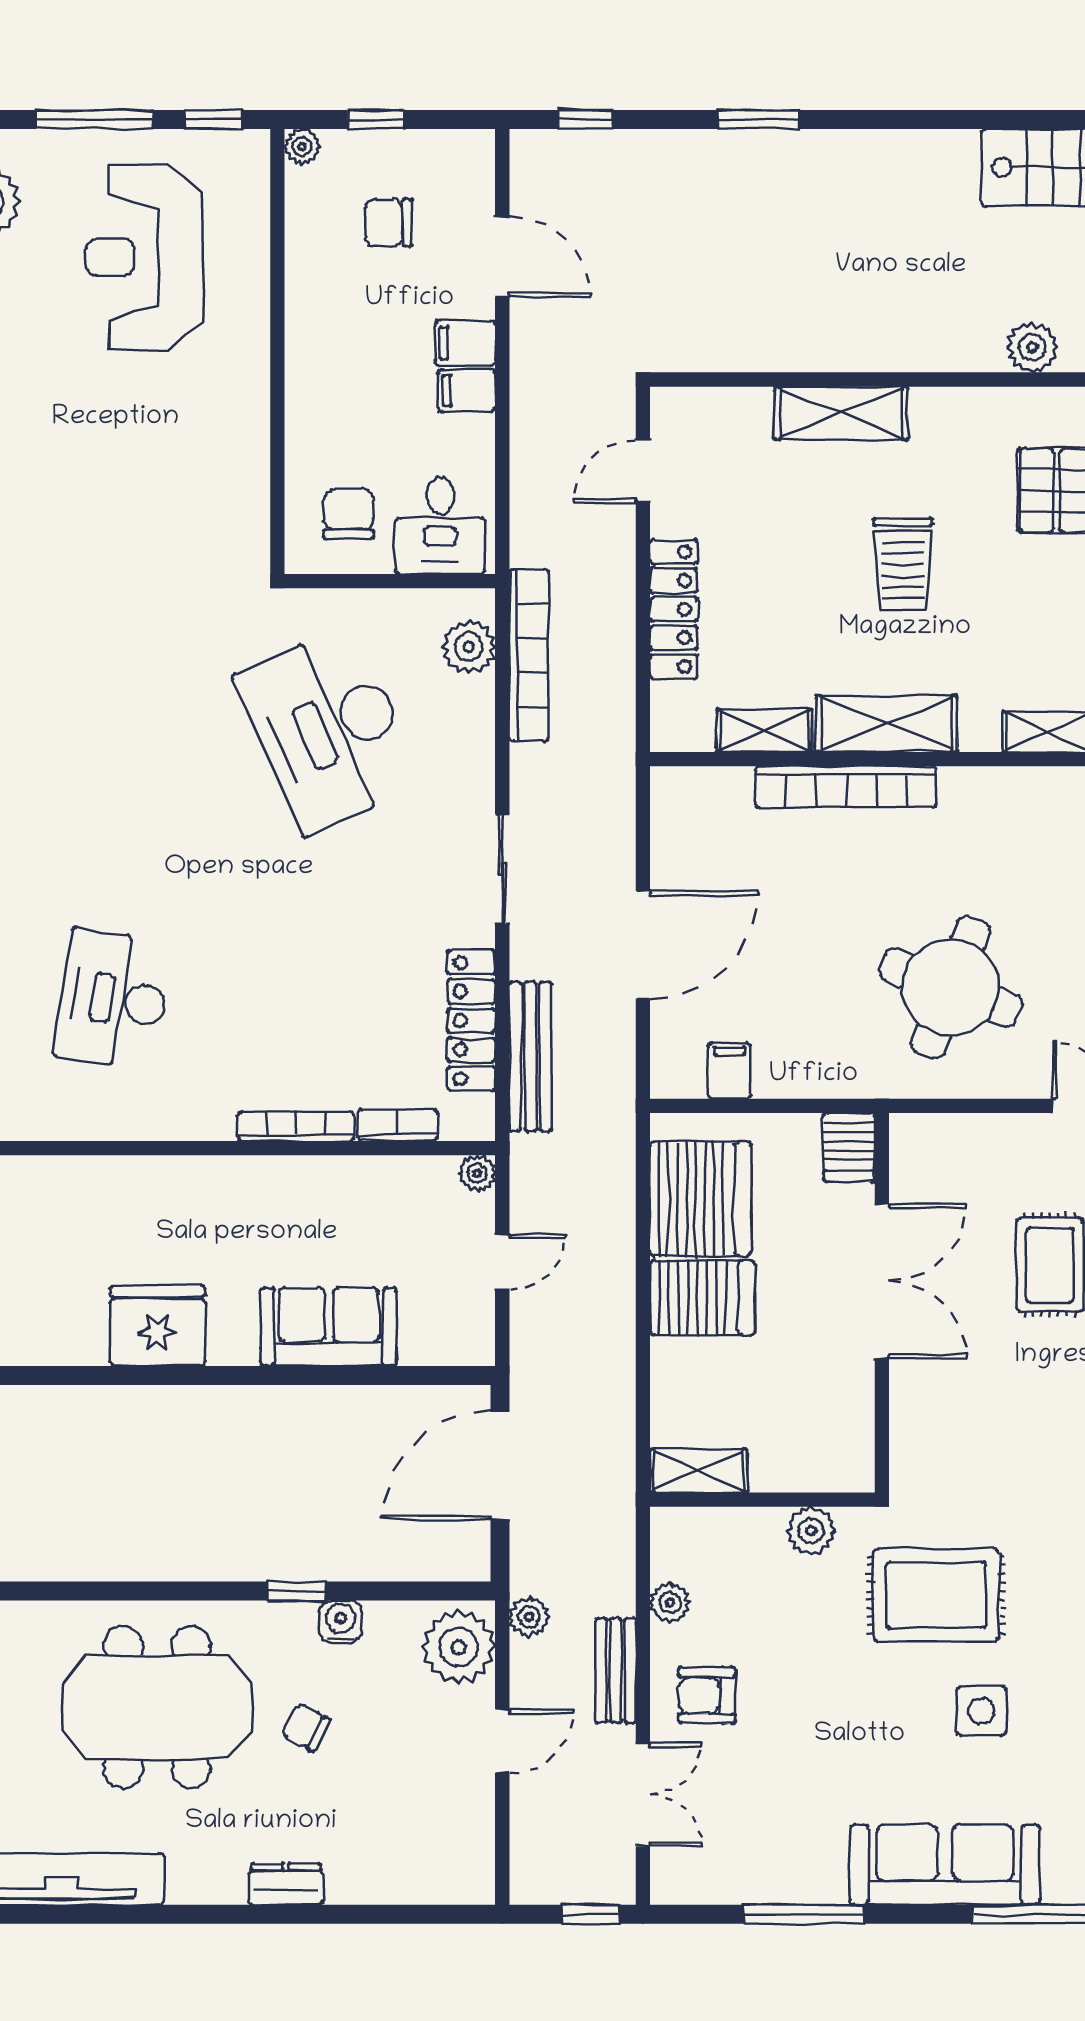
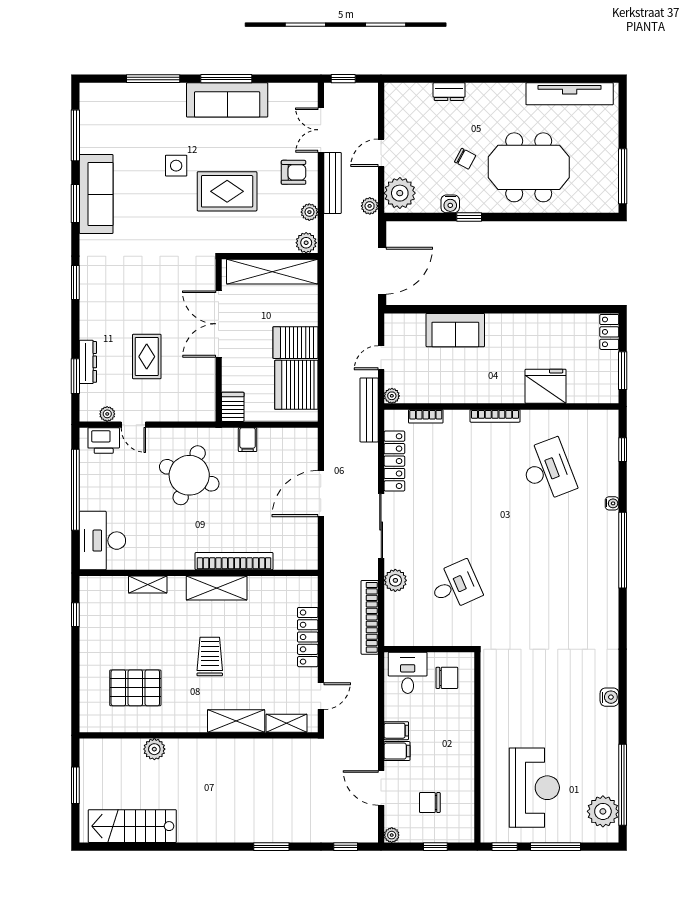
plant: (302, 146) -> (392, 835), moved
chair: (388, 223) -> (430, 803), turned 180
chair: (349, 514) -> (447, 678), turned -90
plant: (469, 647) -> (395, 580), moved
desk: (329, 730) -> (455, 586), width x0.53, depth x0.77
shelving: (764, 731) -> (287, 723), moved
sliding door: (502, 869) -> (381, 526), width x1.37
desk: (113, 1000) -> (547, 470), turned -30
bench: (530, 1057) -> (369, 410), moved
filing cabinet: (729, 1071) -> (248, 440), moved
bookcase: (296, 1126) -> (495, 416), moved
double door: (882, 1281) -> (219, 324), moved
fridge: (157, 1326) -> (546, 386), moved, turned 180
shelving: (698, 1471) -> (272, 272), width x2.20, depth x1.33
plant: (811, 1531) -> (306, 243), moved
rug: (936, 1595) -> (227, 191), moved
bench: (616, 1671) -> (333, 183), width x1.36
sofa: (945, 1865) -> (227, 100), moved
dresser: (286, 1884) -> (449, 92), moved
window: (804, 1914) -> (226, 79), moved

